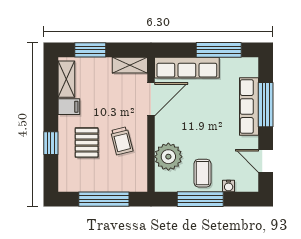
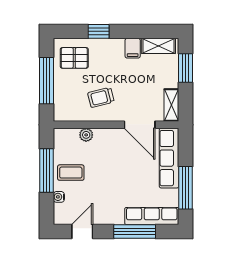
row of seats: (249, 107) -> (152, 216), moved
pallet: (87, 143) -> (74, 58), moved
plant: (168, 157) -> (86, 135), width x0.53, depth x0.53

